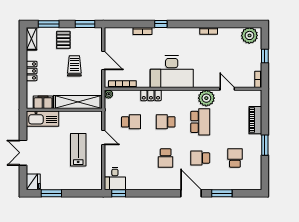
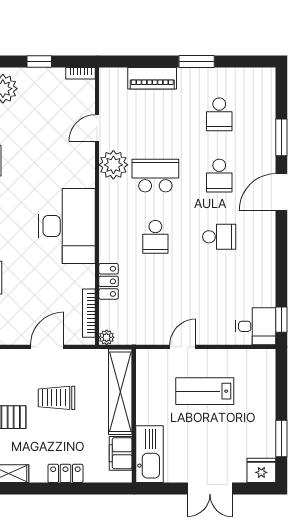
locker: (151, 95) -> (109, 281), moved
school desk: (131, 122) -> (155, 298), removed
school desk: (235, 158) -> (219, 114), turned -90

